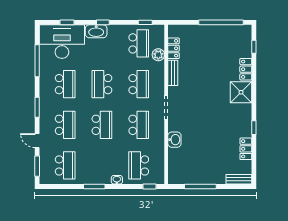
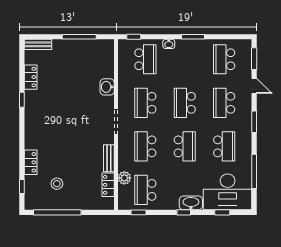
stool: (221, 49) -> (57, 184), added
school desk: (65, 84) -> (224, 146), turned 180
shower: (241, 92) -> (36, 138), removed

